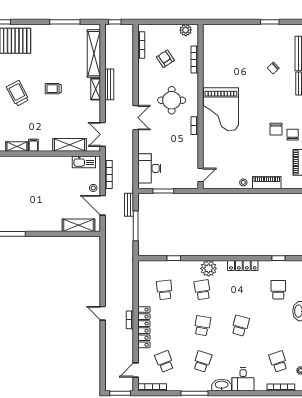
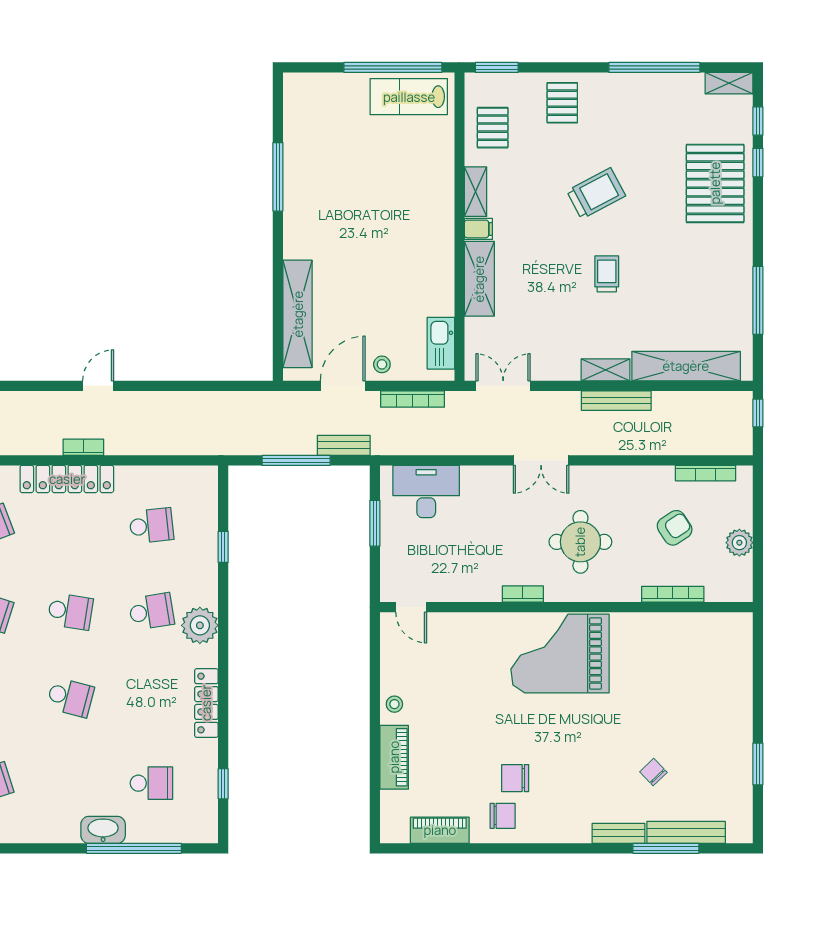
plant: (186, 30) -> (739, 543), moved
shelving: (70, 145) -> (479, 279), moved
shelving: (78, 225) -> (298, 314), width x1.47

